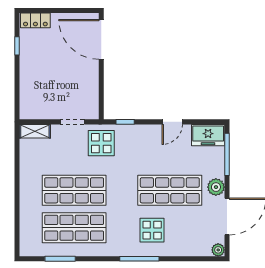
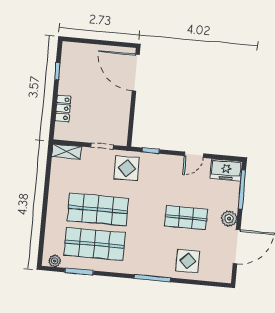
locker: (35, 20) -> (63, 108), moved, turned -90
shop shelf: (170, 190) -> (186, 218), width x0.70, depth x0.74
display table: (152, 230) -> (188, 261), moved
plant: (218, 250) -> (55, 261), moved

